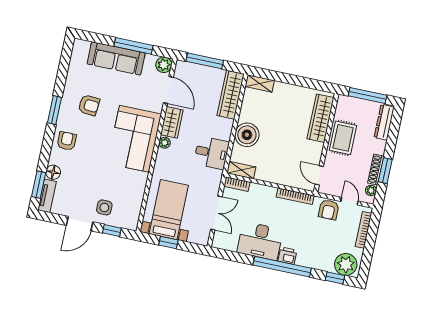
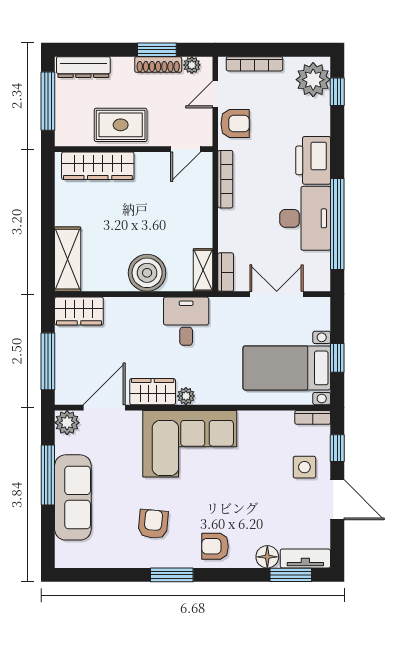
shelving: (260, 83) -> (68, 259), width x1.50, depth x1.33
wardrobe: (230, 95) -> (79, 311), width x0.67
bookcase: (134, 219) -> (313, 417), added
printer: (287, 256) -> (313, 160), width x1.87, depth x1.48
window: (282, 267) -> (337, 224), moved

